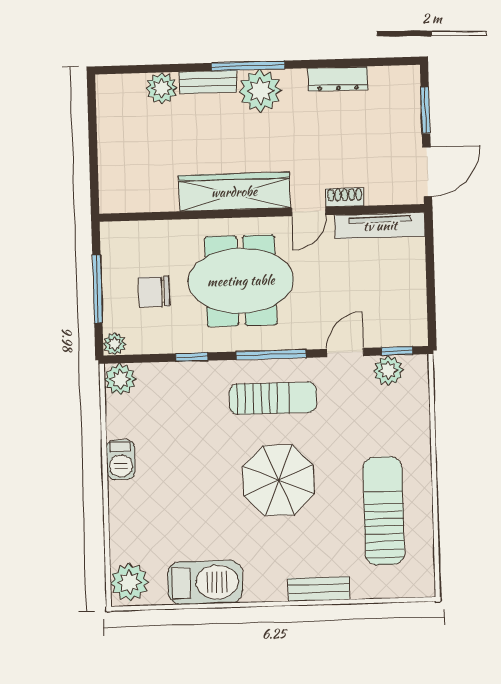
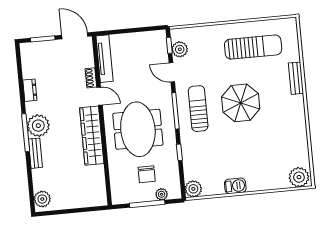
dresser: (338, 79) -> (30, 90), width x0.70
plant: (162, 88) -> (42, 199), moved
plant: (114, 344) -> (162, 194), moved
sun lounger: (384, 511) -> (253, 47), turned 180
barbecue: (205, 582) -> (296, 138), removed

